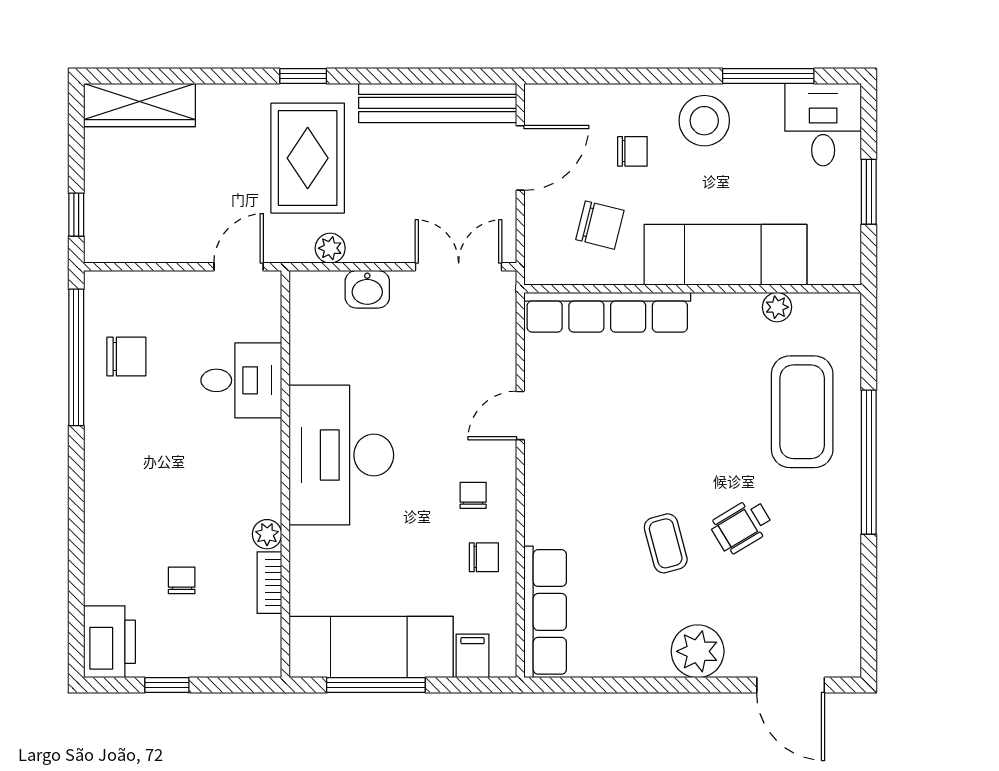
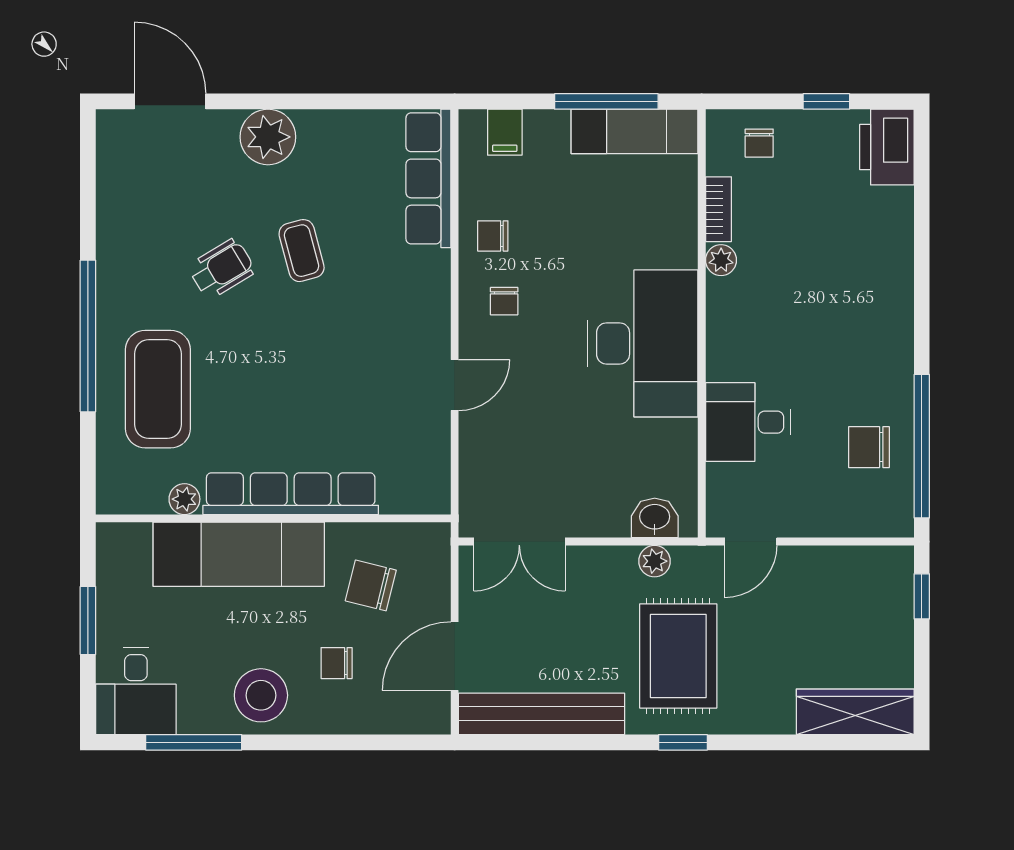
washbasin: (367, 289) -> (655, 518), moved
row of seats: (607, 312) -> (291, 494), moved
chair: (182, 580) -> (759, 143), moved
exam couch: (371, 647) -> (634, 131), width x0.73, depth x0.69

